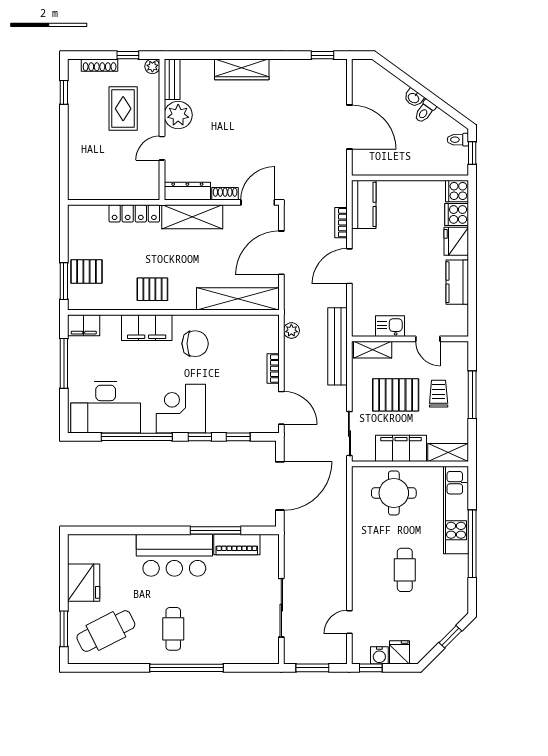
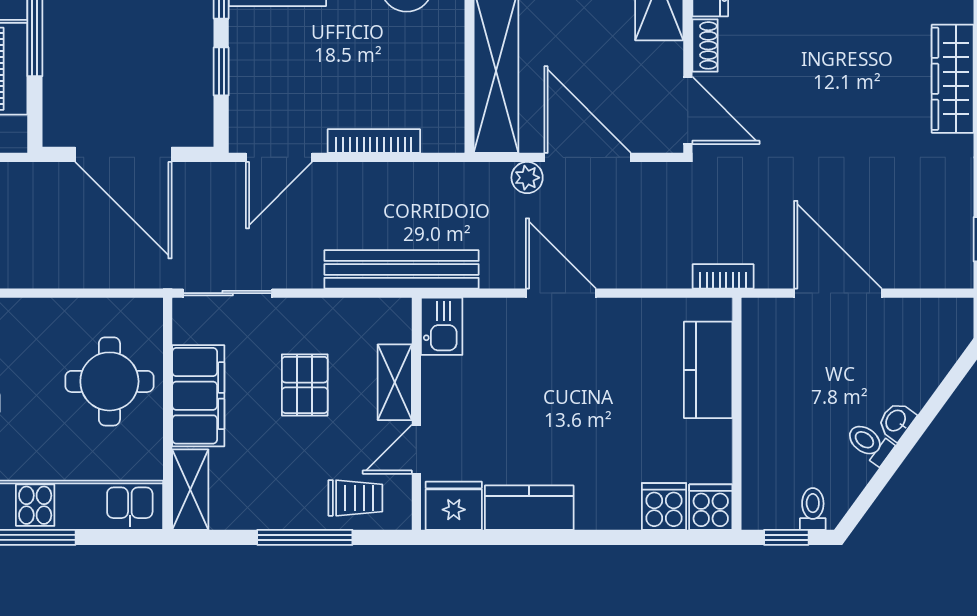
door: (349, 127) -> (838, 293), swing flipped
kitchen counter: (364, 204) -> (708, 370), moved, turned 90
bookcase: (341, 223) -> (723, 276), moved
fridge: (456, 241) -> (454, 506), moved
kitchen sink: (390, 326) -> (442, 326), moved
plant: (291, 331) -> (527, 178), moved
shelving: (373, 350) -> (395, 382), moved
bookcase: (273, 369) -> (374, 141), width x1.56
trolley: (439, 394) -> (355, 498), moved
pallet: (396, 395) -> (305, 385), width x0.67, depth x0.71

